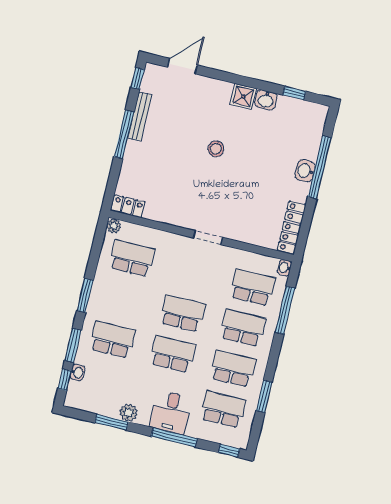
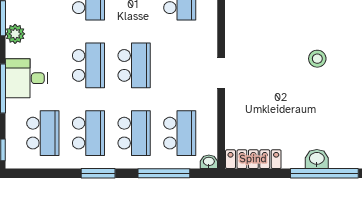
window: (264, 396) -> (98, 173), moved

